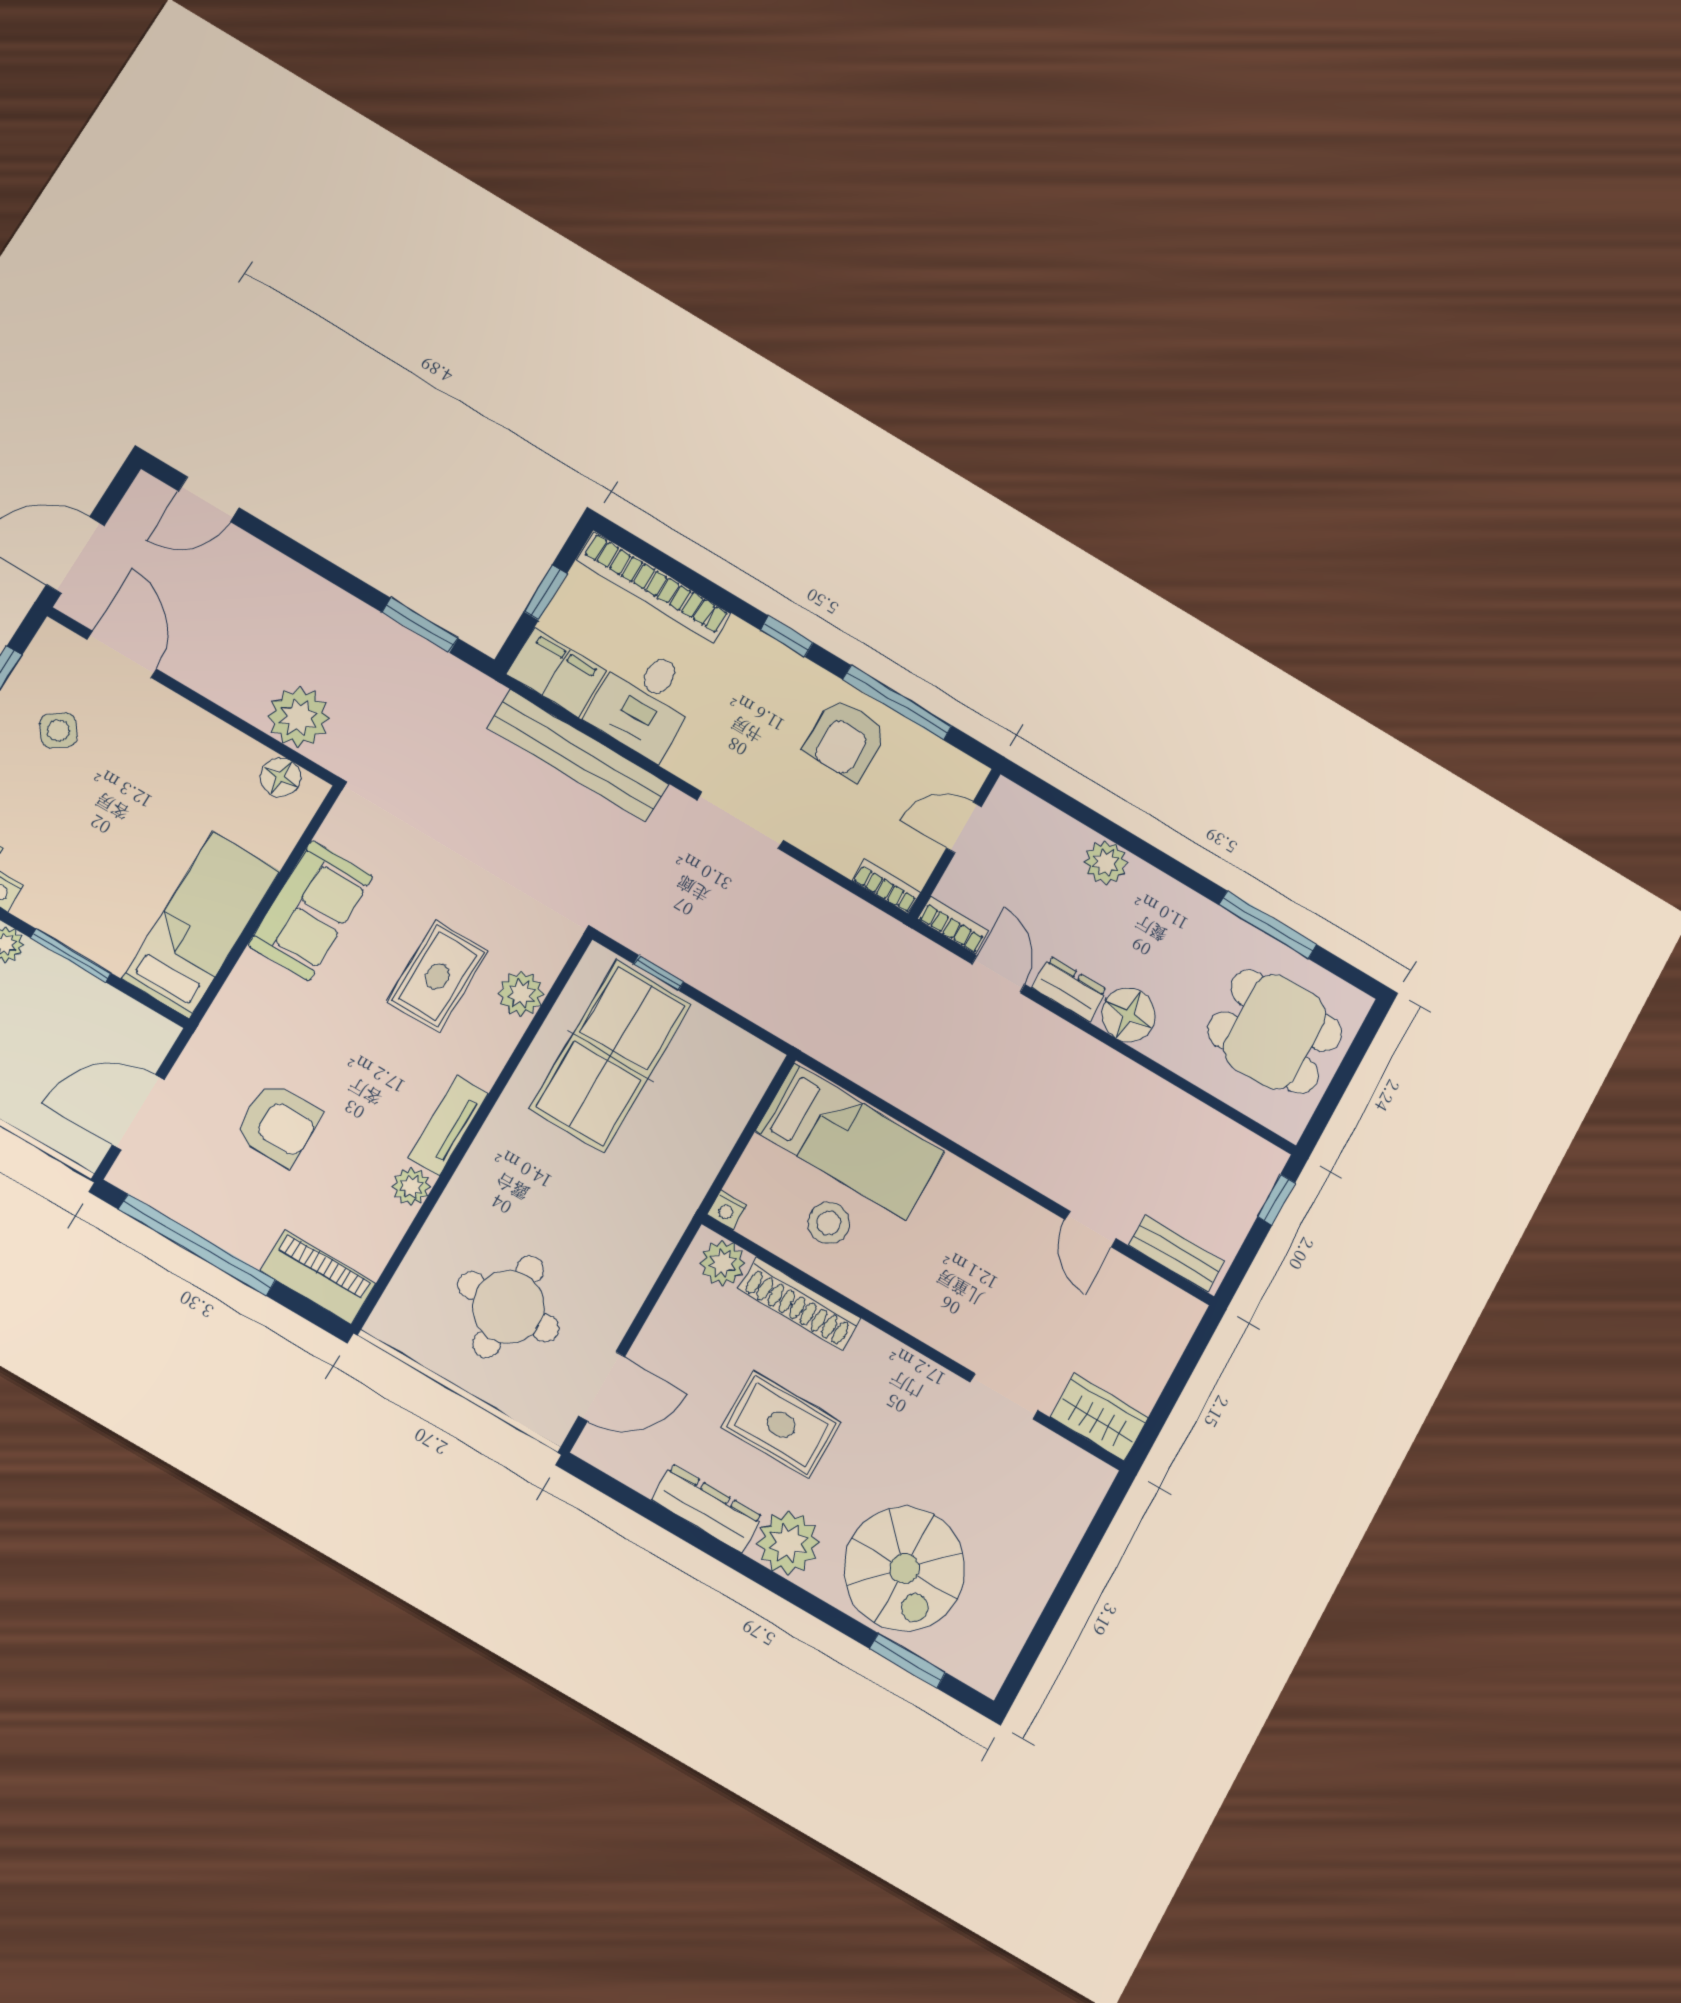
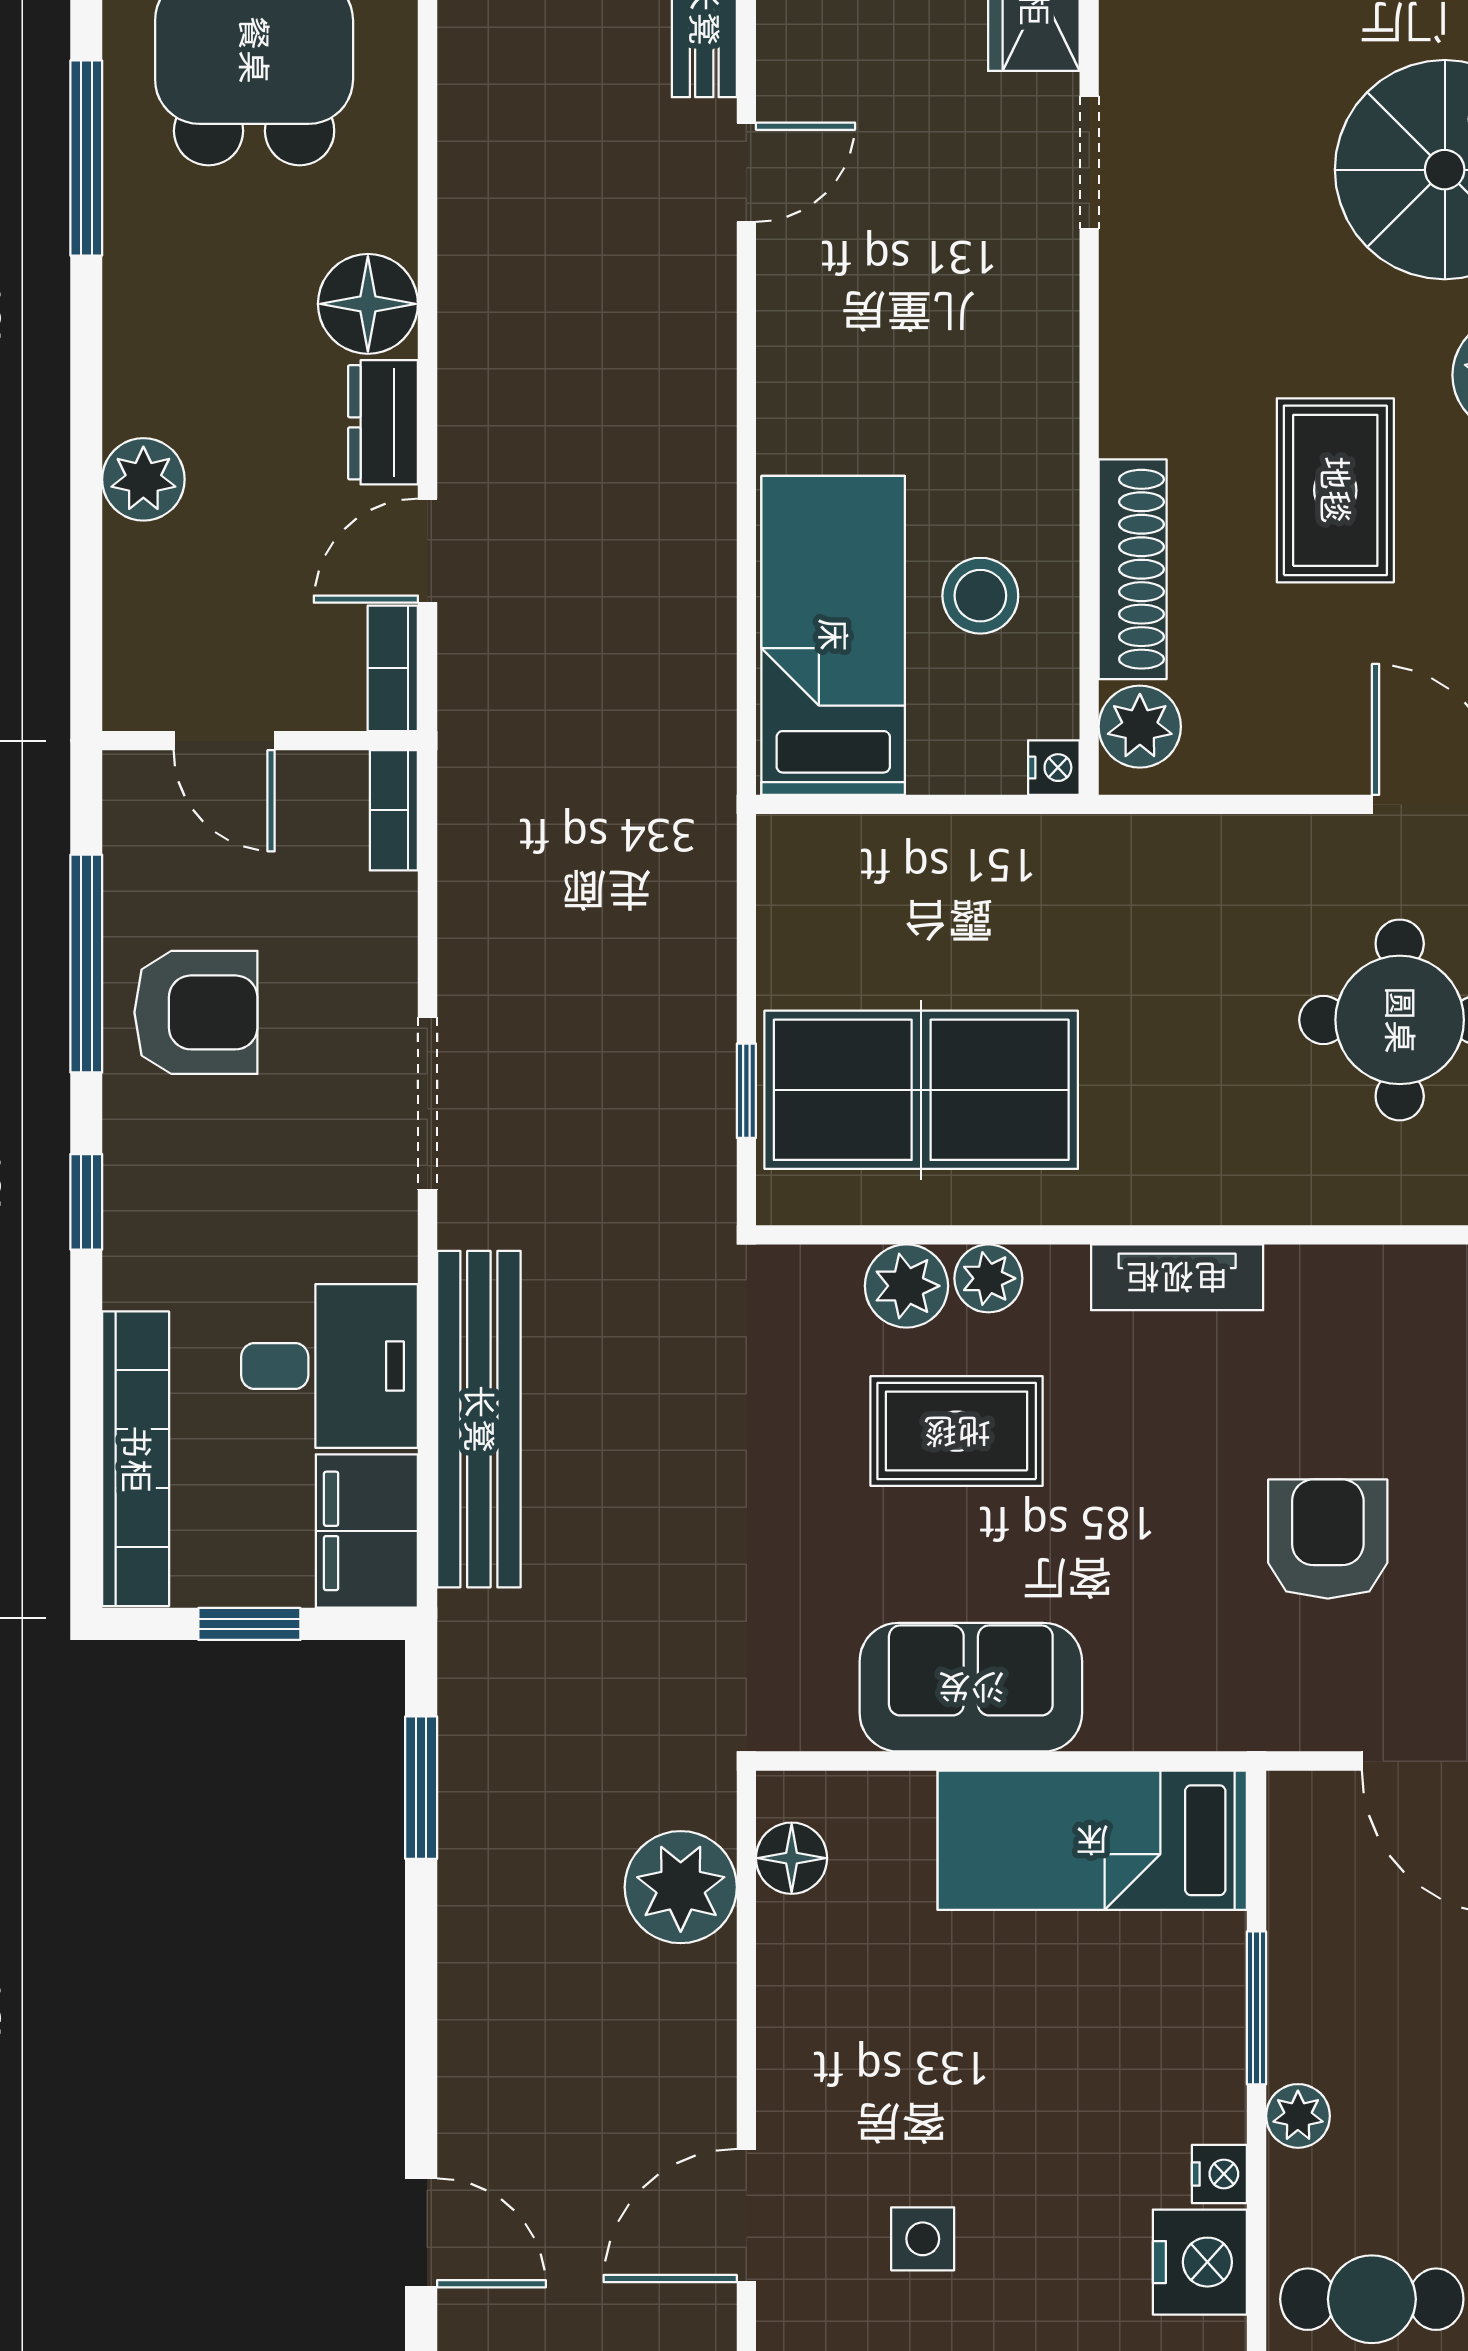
side table: (59, 730) -> (923, 2239), turned 35
plant: (411, 1186) -> (988, 1278), moved

